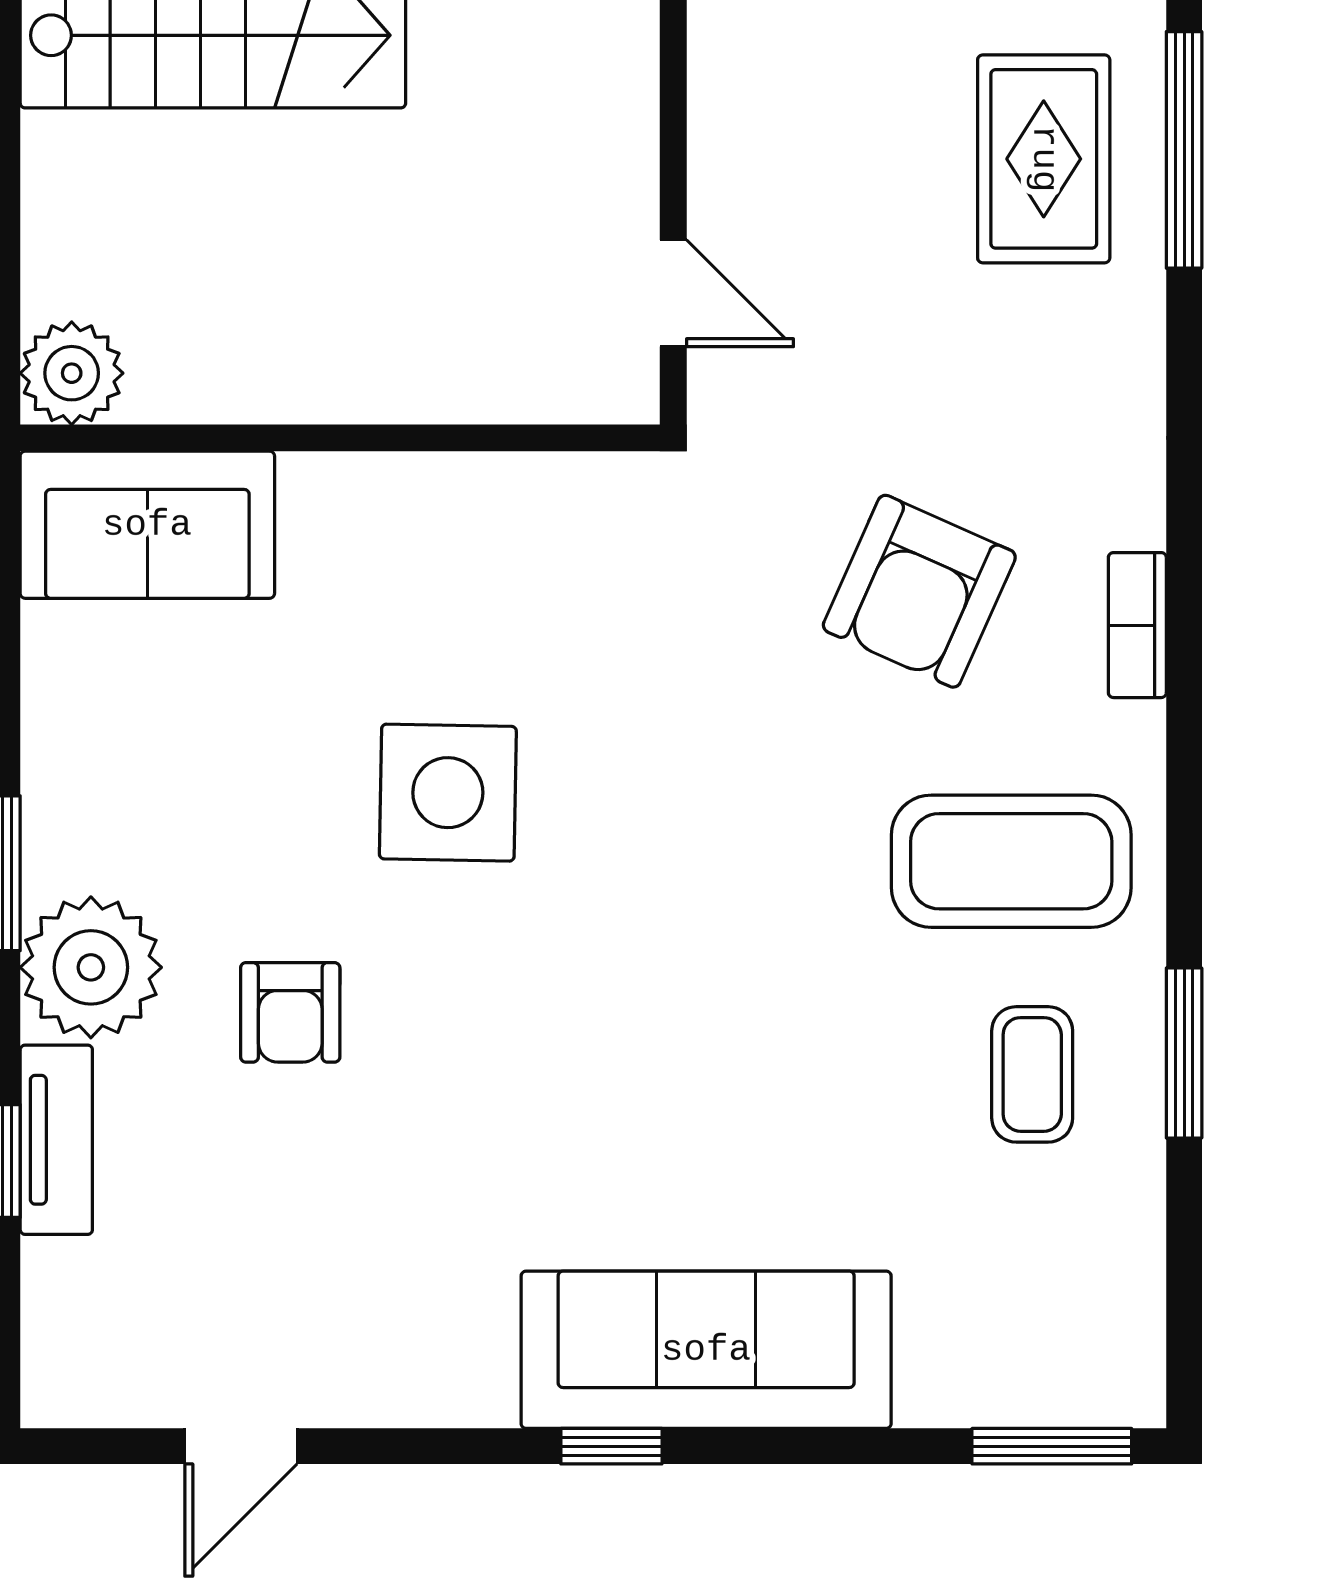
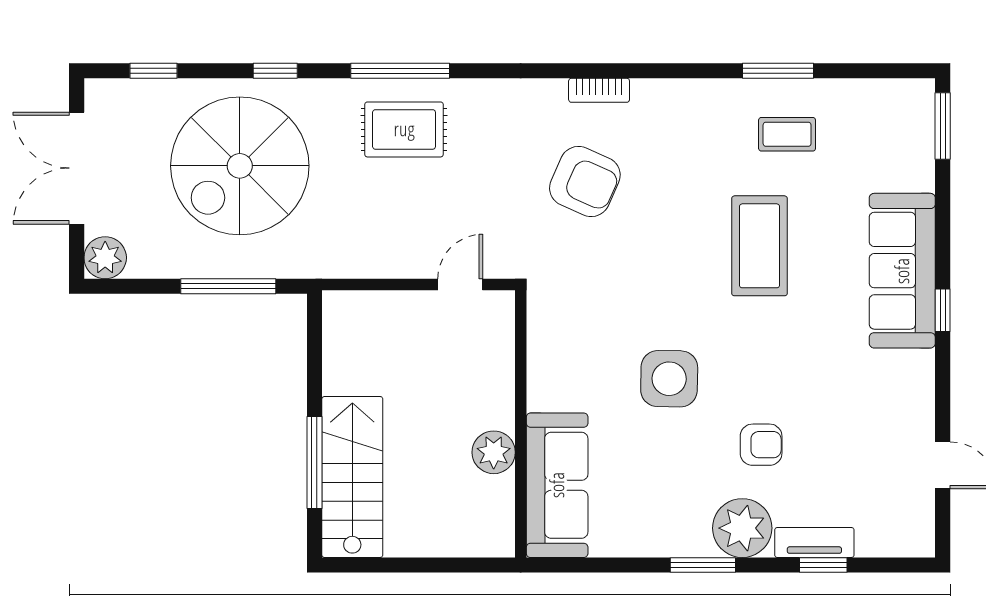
plant: (72, 373) -> (494, 452), moved
sofa: (147, 525) -> (557, 485), width x1.36
coffee table: (1011, 861) -> (760, 246), moved

